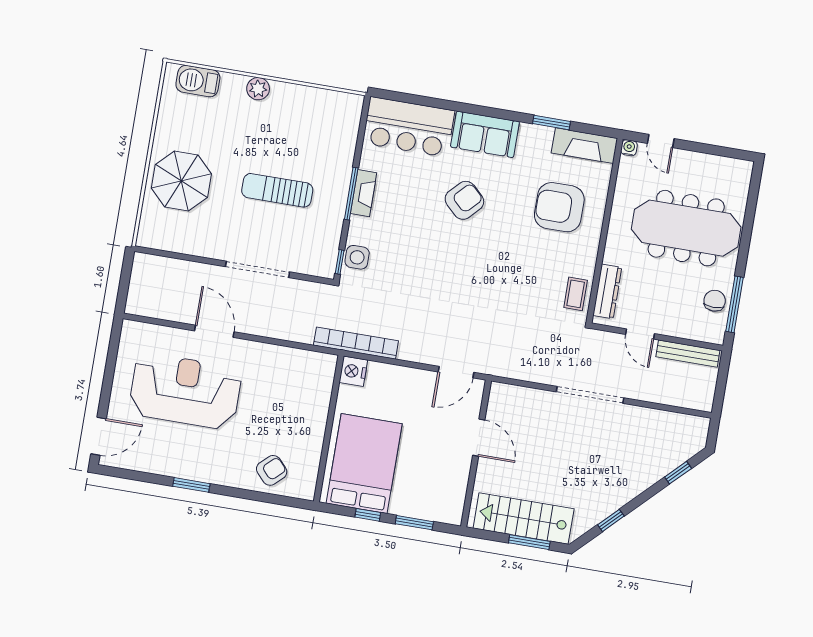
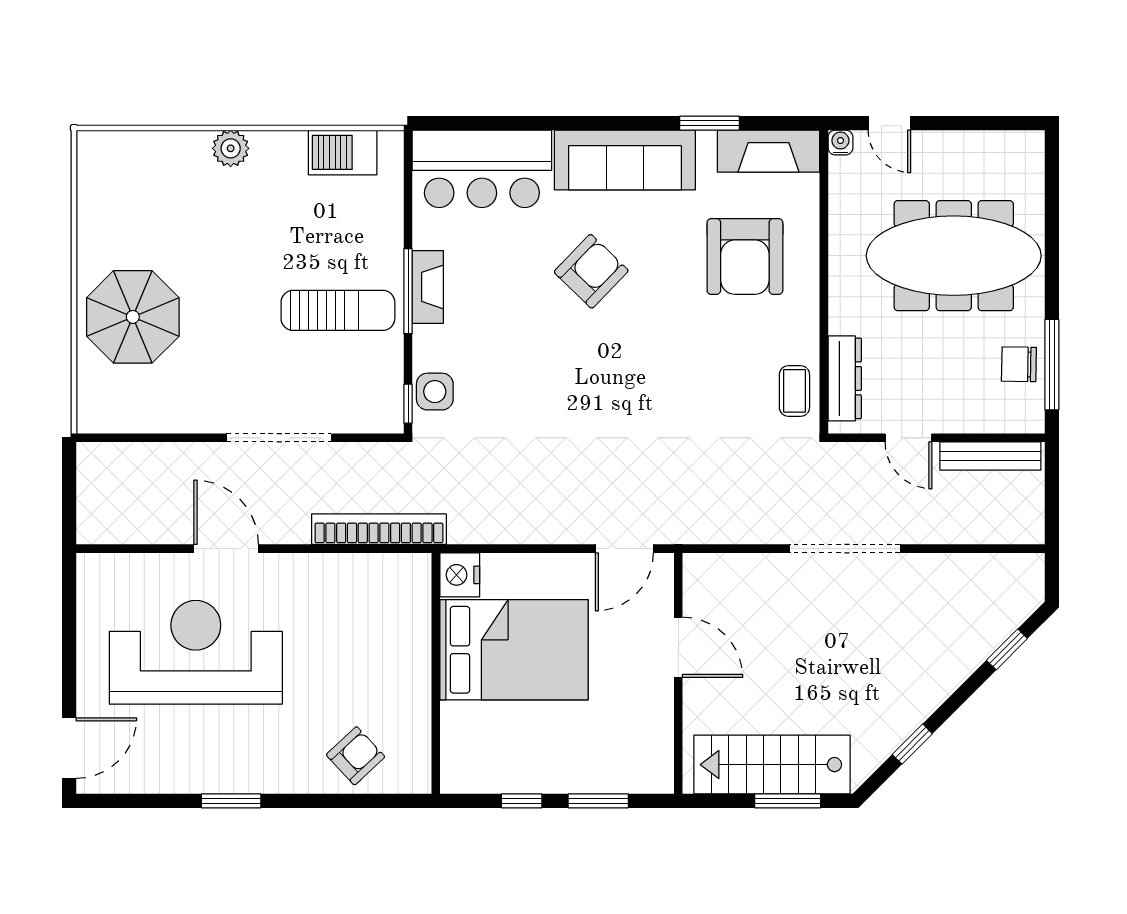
barbecue: (198, 81) -> (343, 152), moved
sofa: (485, 134) -> (625, 160), width x1.36
sun lounger: (277, 190) -> (338, 310), moved, turned 180
armchair: (559, 207) -> (745, 257), turned -90
chair: (715, 301) -> (1019, 364), turned -89
bookcase: (356, 343) -> (379, 529), moved
bed: (364, 464) -> (514, 650), moved, turned 90

